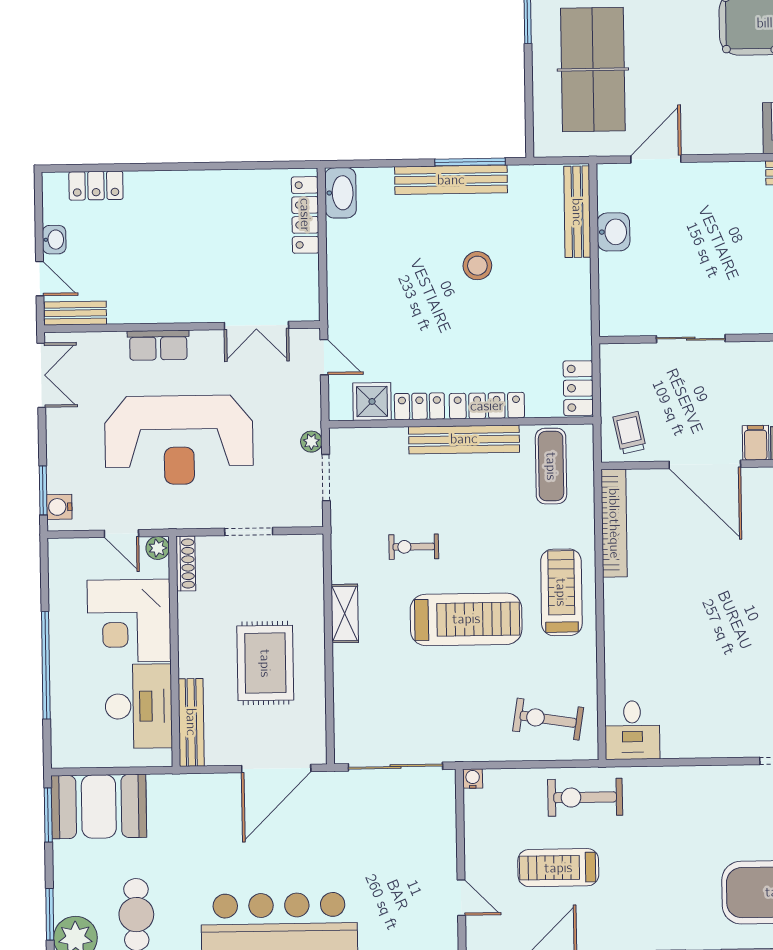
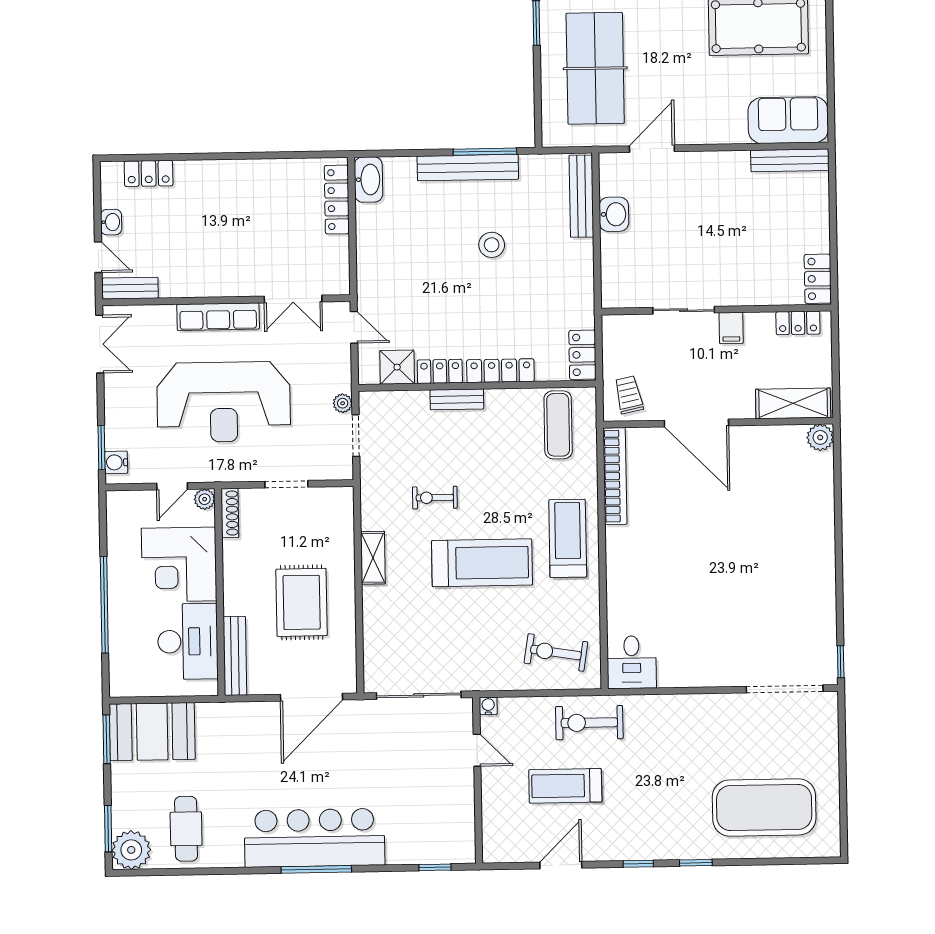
row of seats: (158, 345) -> (218, 317), width x1.48
bench: (464, 439) -> (457, 399), width x0.54, depth x0.82
filing cabinet: (756, 443) -> (731, 328), moved, turned 180
door: (121, 534) -> (172, 486), hinge flipped
door: (461, 898) -> (477, 750), moved

